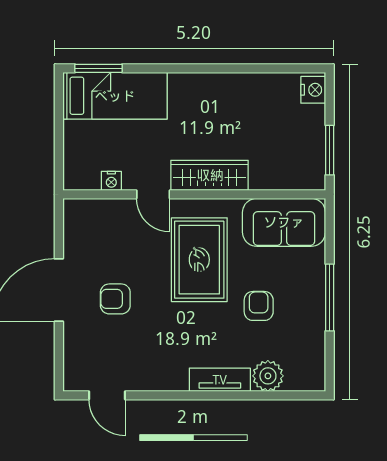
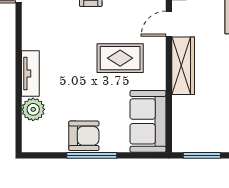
rug: (199, 260) -> (120, 58), width x0.73, depth x0.70
armchair: (259, 306) -> (84, 136), moved, width x1.38, depth x1.38

